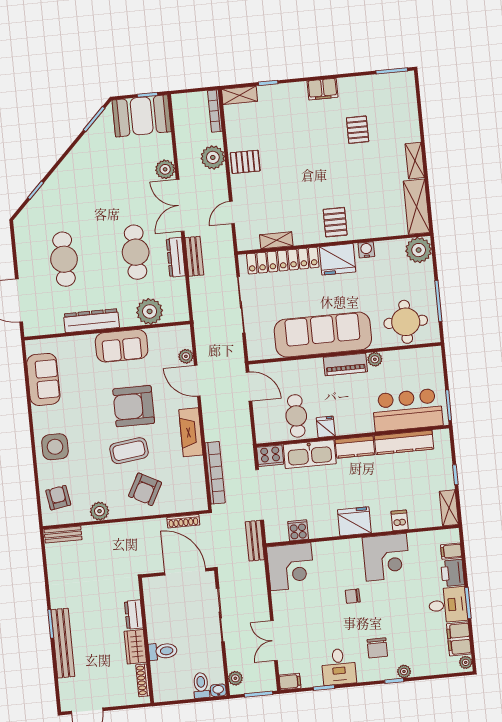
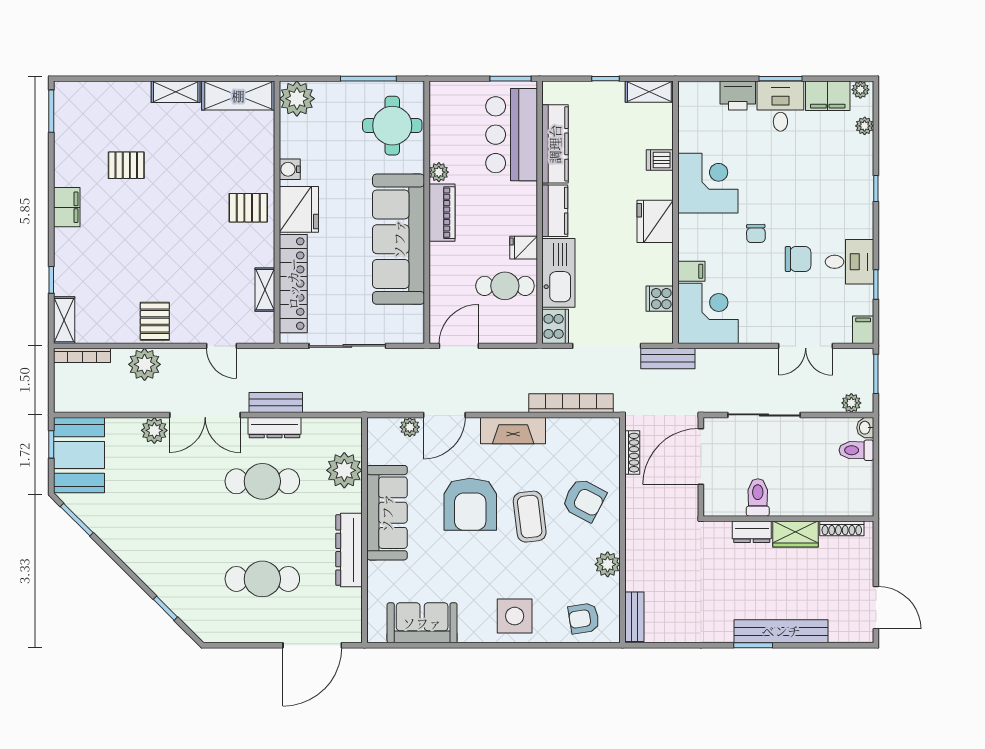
sofa: (122, 346) -> (387, 513), width x1.36
filing cabinet: (451, 551) -> (691, 271), moved, turned -90
chair: (377, 648) -> (798, 259), moved
toilet: (163, 651) -> (758, 497), moved
plant: (404, 671) -> (865, 126), moved

